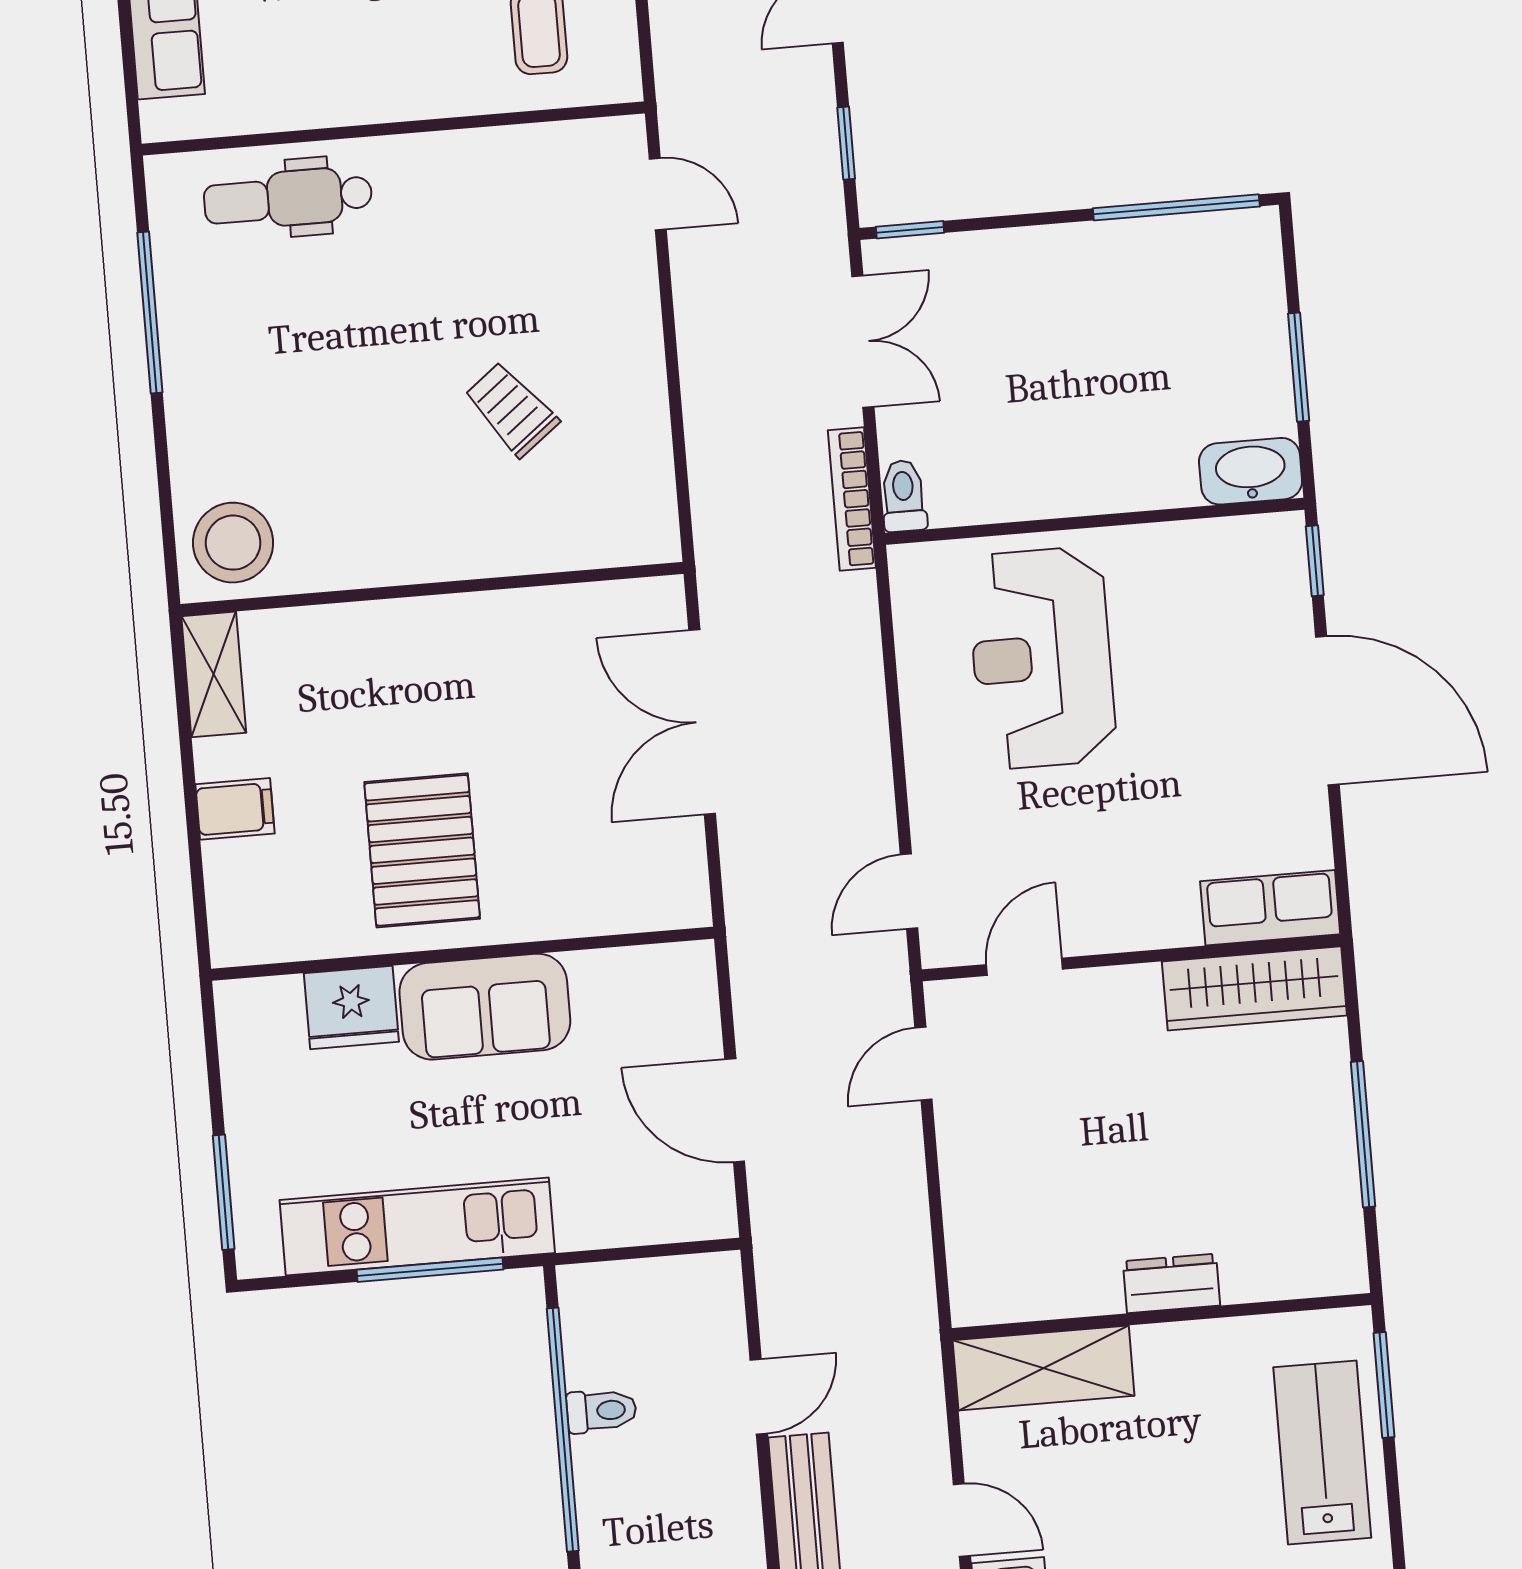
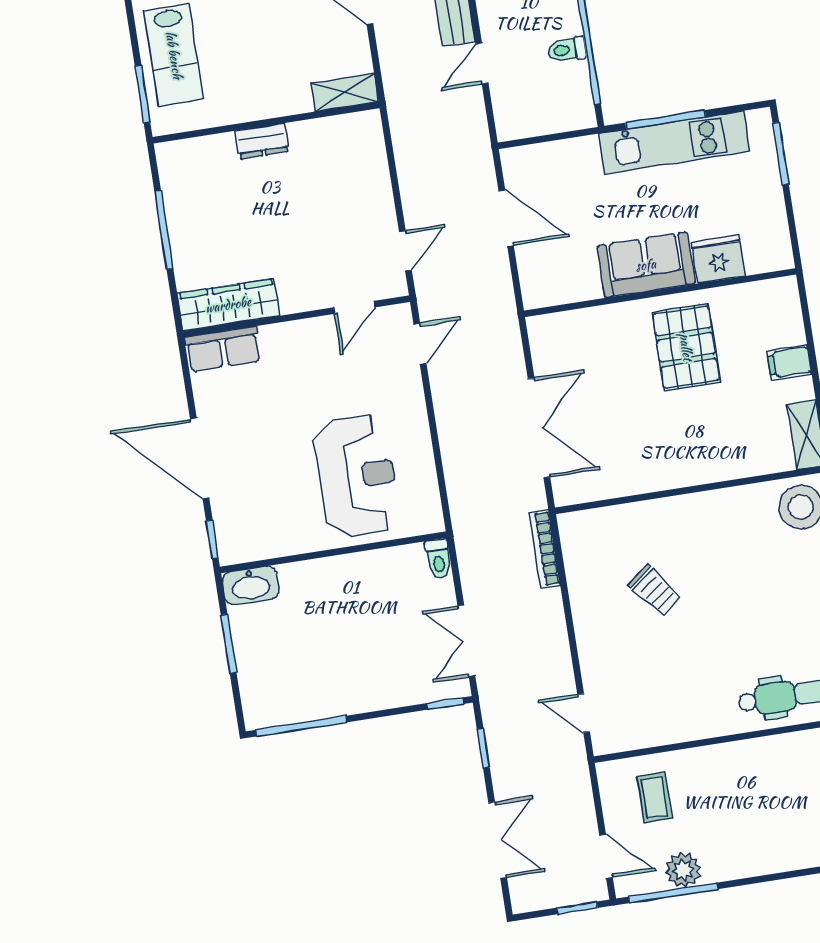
bookcase: (852, 499) -> (545, 549), moved, turned 180
shelving: (1044, 1368) -> (345, 92), width x0.67, depth x0.75

